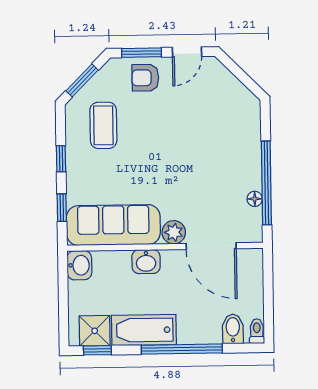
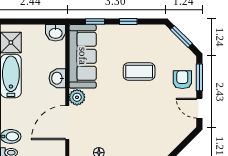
coffee table: (103, 125) -> (139, 72), moved

